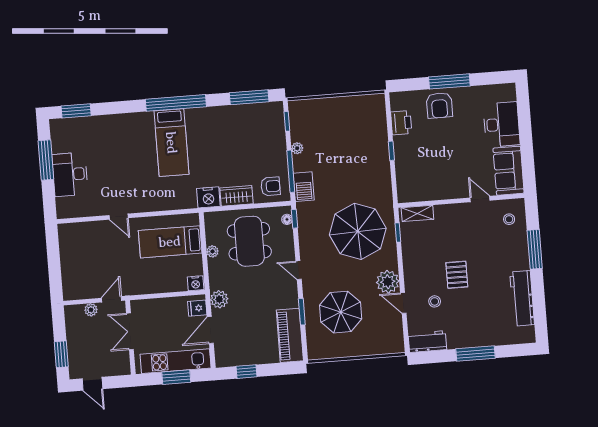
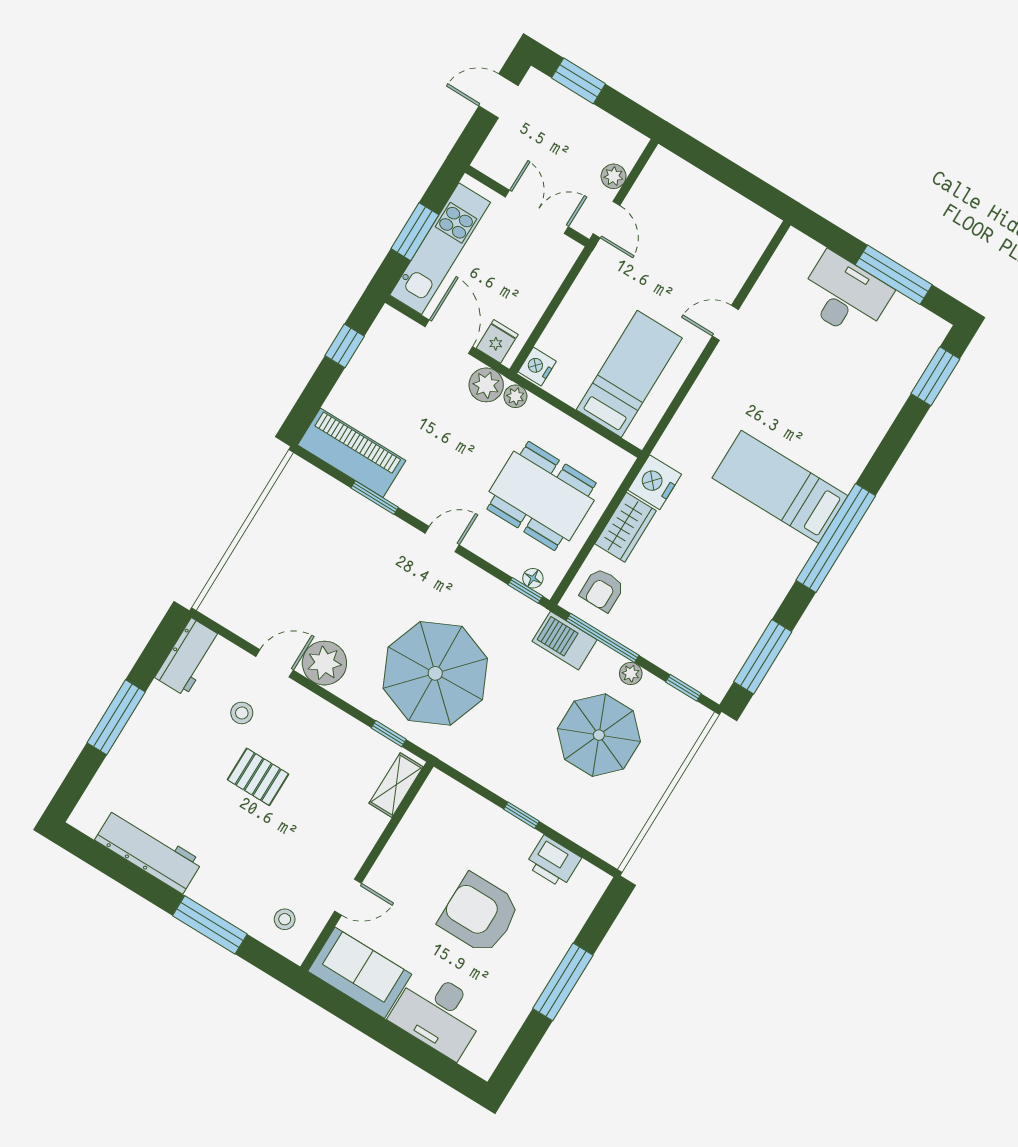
armchair: (439, 105) -> (479, 914), moved, width x1.36, depth x1.36
plant: (212, 251) -> (515, 396), moved
parasol: (341, 312) -> (599, 735), moved

